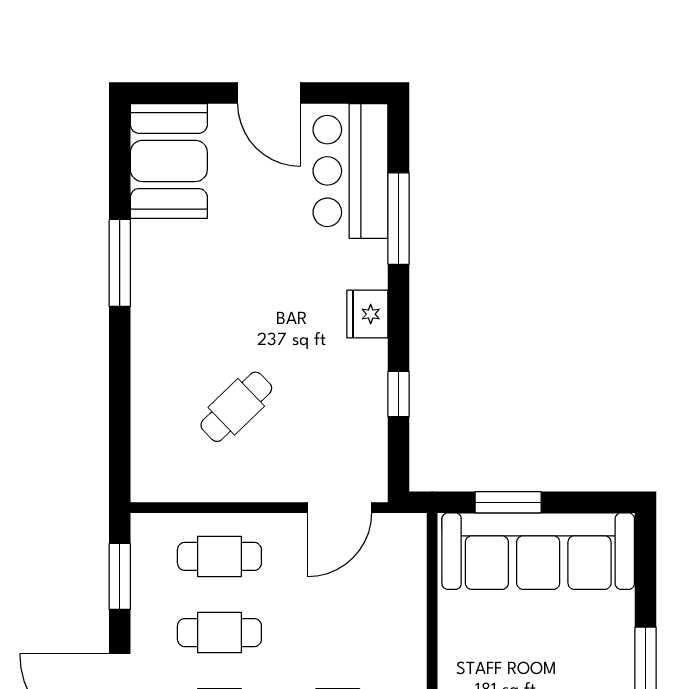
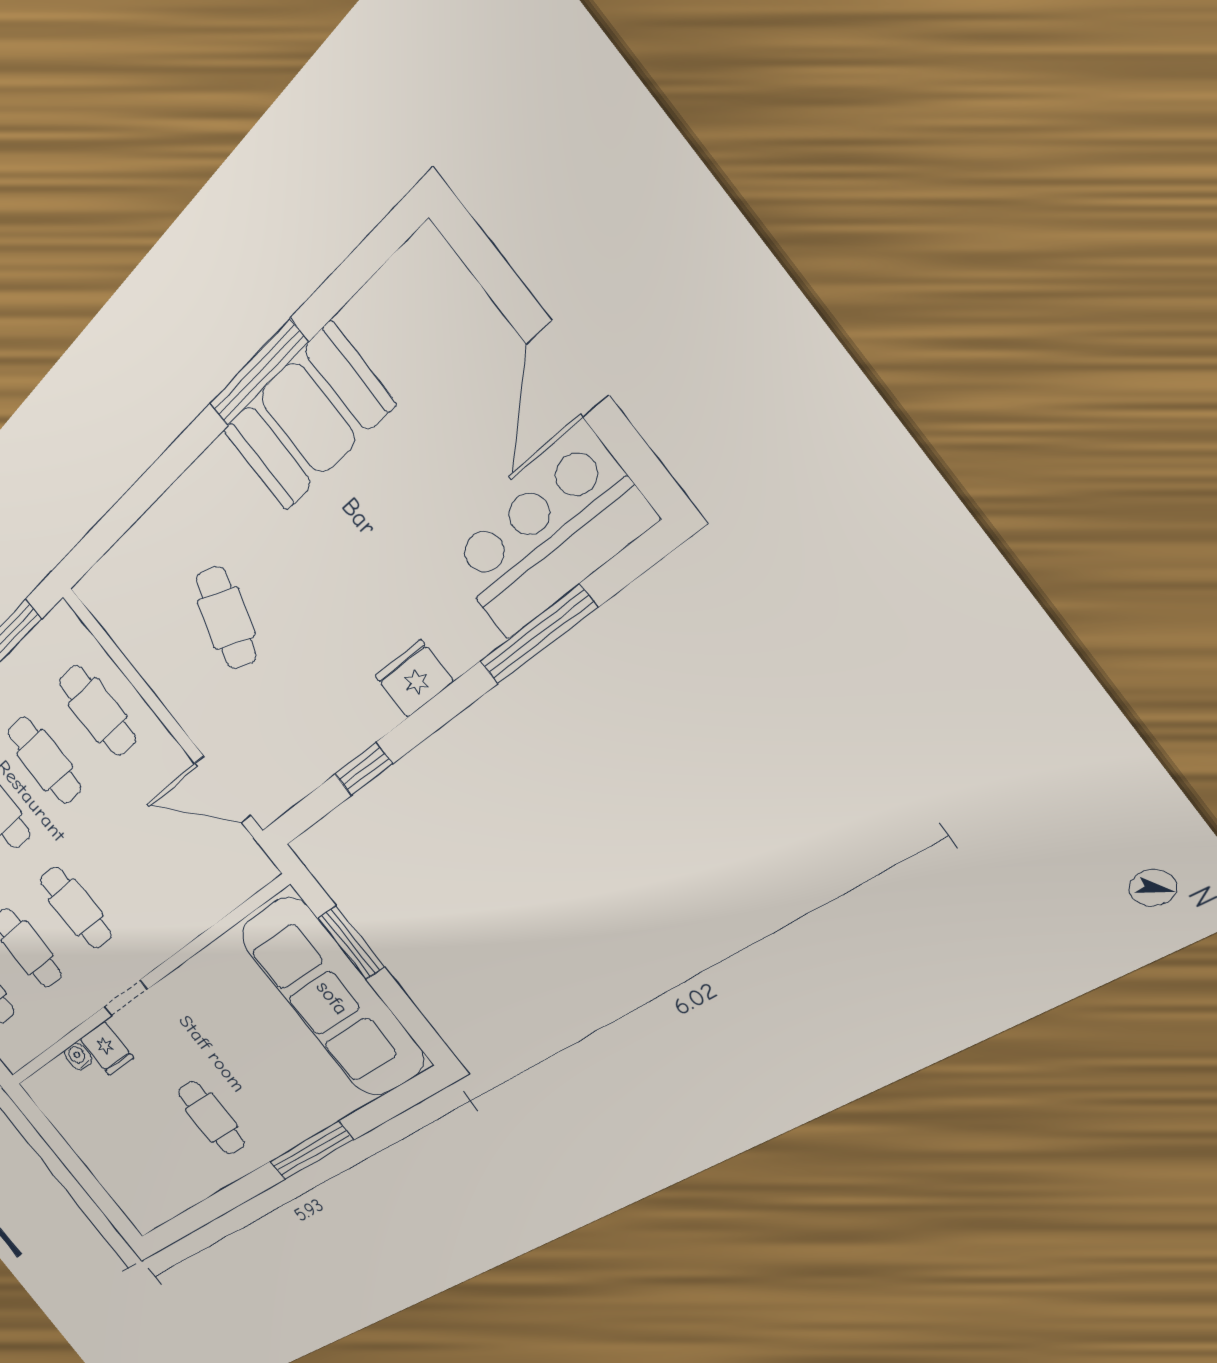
booth: (169, 161) -> (308, 418), moved
cafe table: (236, 407) -> (226, 618), turned 64

